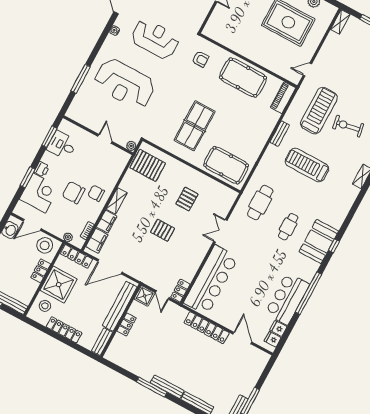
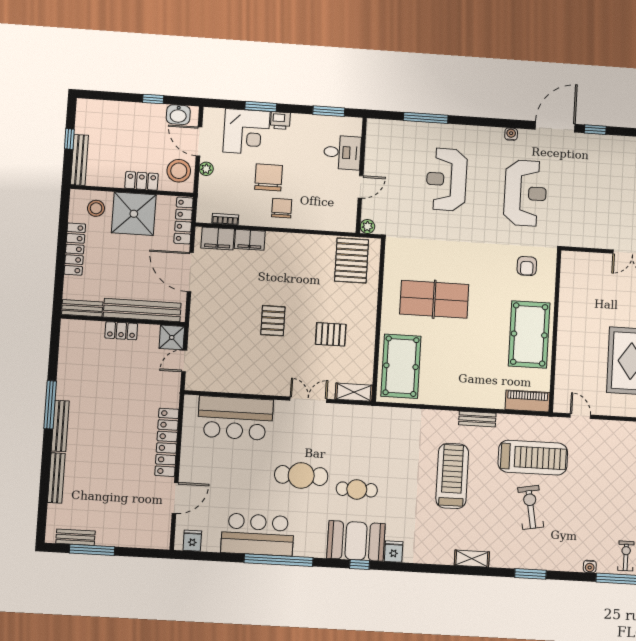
reception desk: (125, 84) -> (447, 179), width x0.74, depth x0.77
desk: (62, 145) -> (342, 152), moved, turned 90
shelving: (117, 201) -> (354, 392), moved
cafe table: (260, 203) -> (301, 475), moved
plant: (68, 237) -> (206, 169), moved
bar counter: (211, 280) -> (235, 418), width x0.73
locker: (180, 291) -> (201, 383), removed
fridge: (278, 328) -> (394, 552), moved

